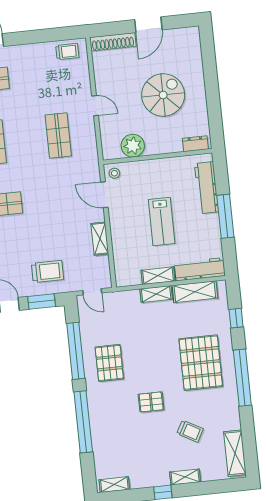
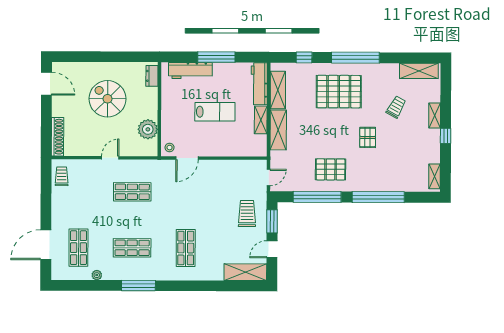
door: (148, 25) -> (46, 84), moved
shelving: (100, 239) -> (224, 166), removed
shelving: (156, 294) -> (278, 130), width x1.50, depth x1.33

